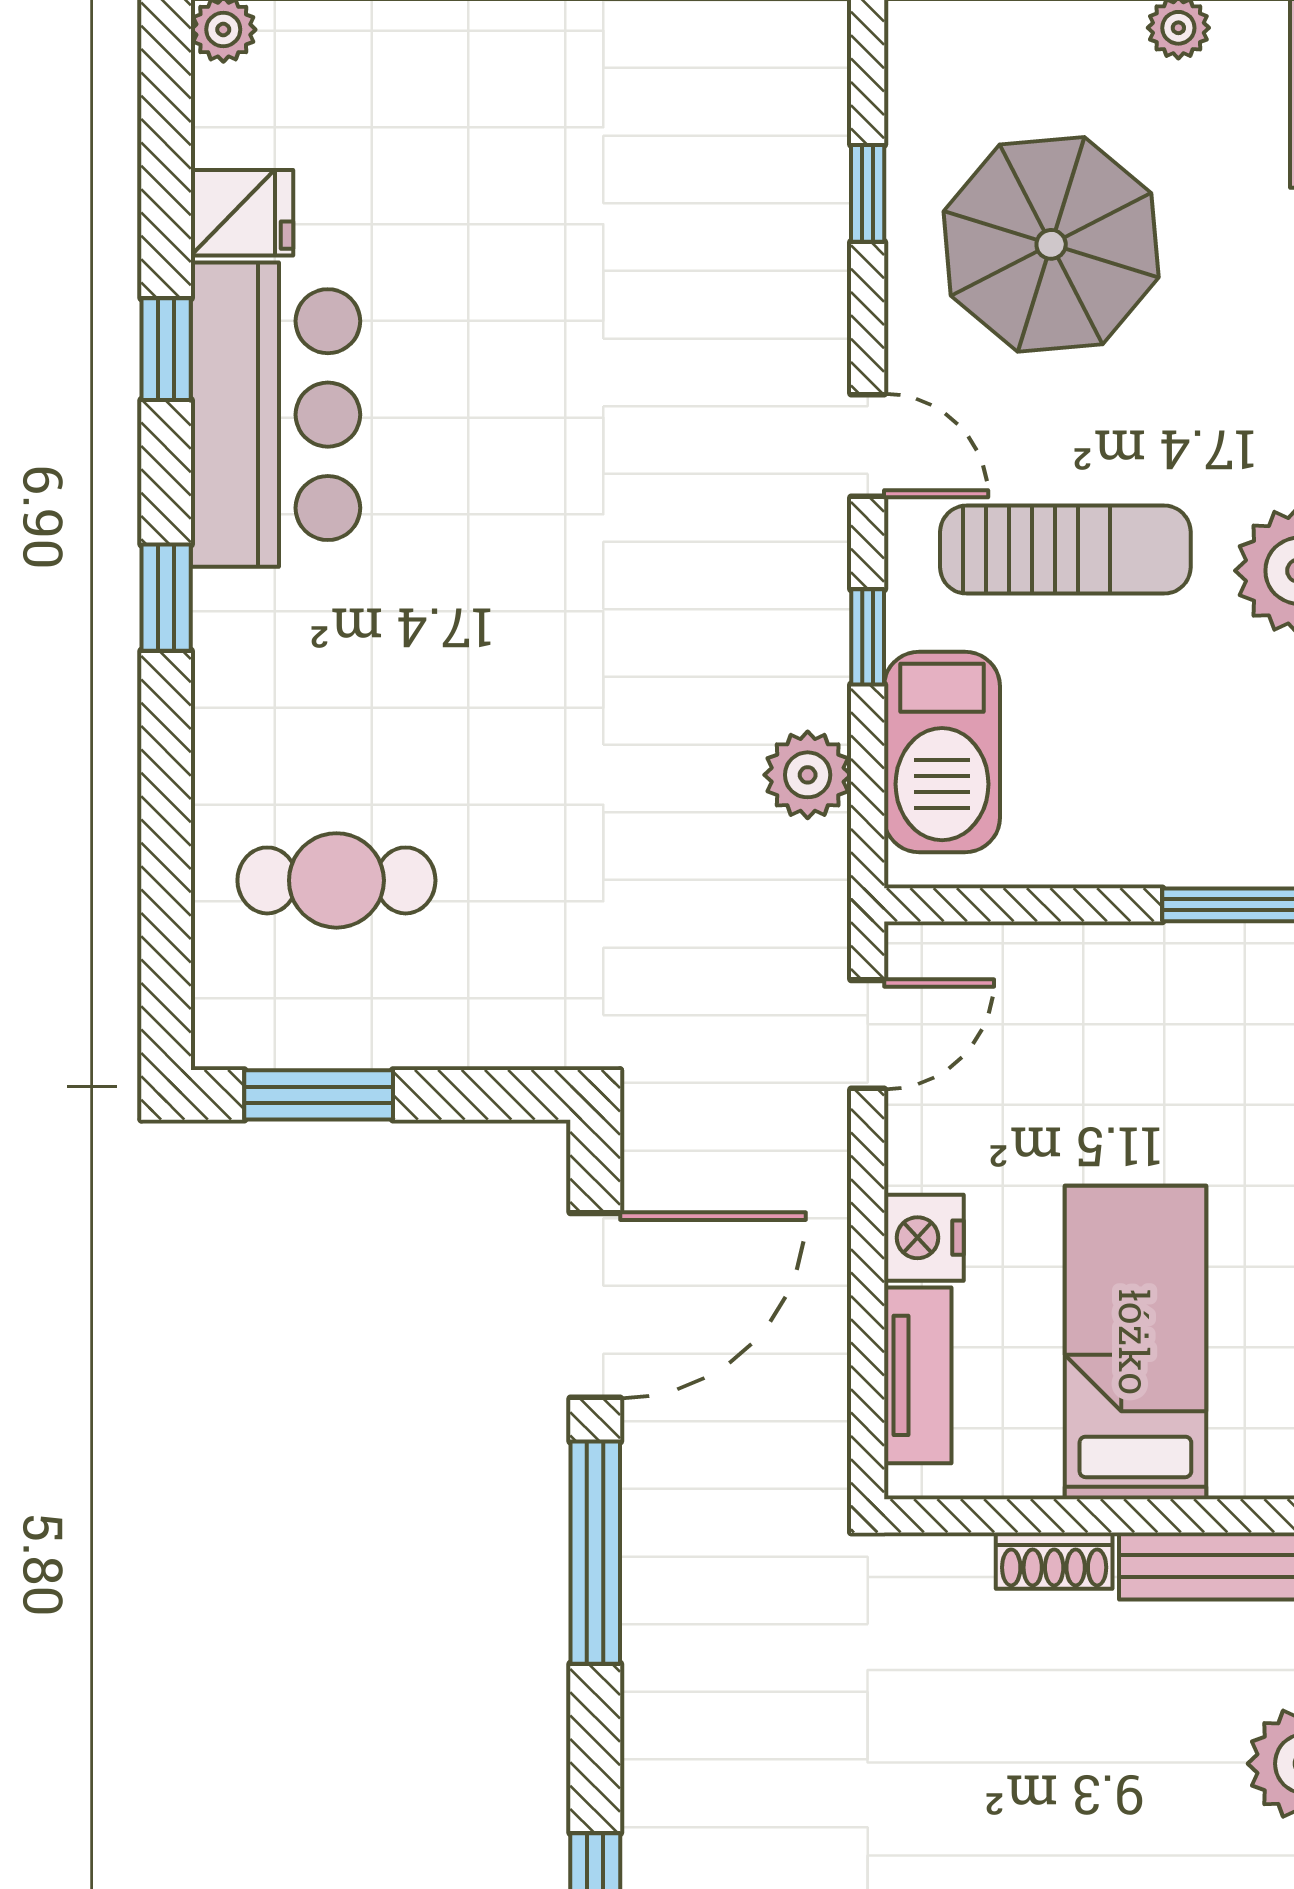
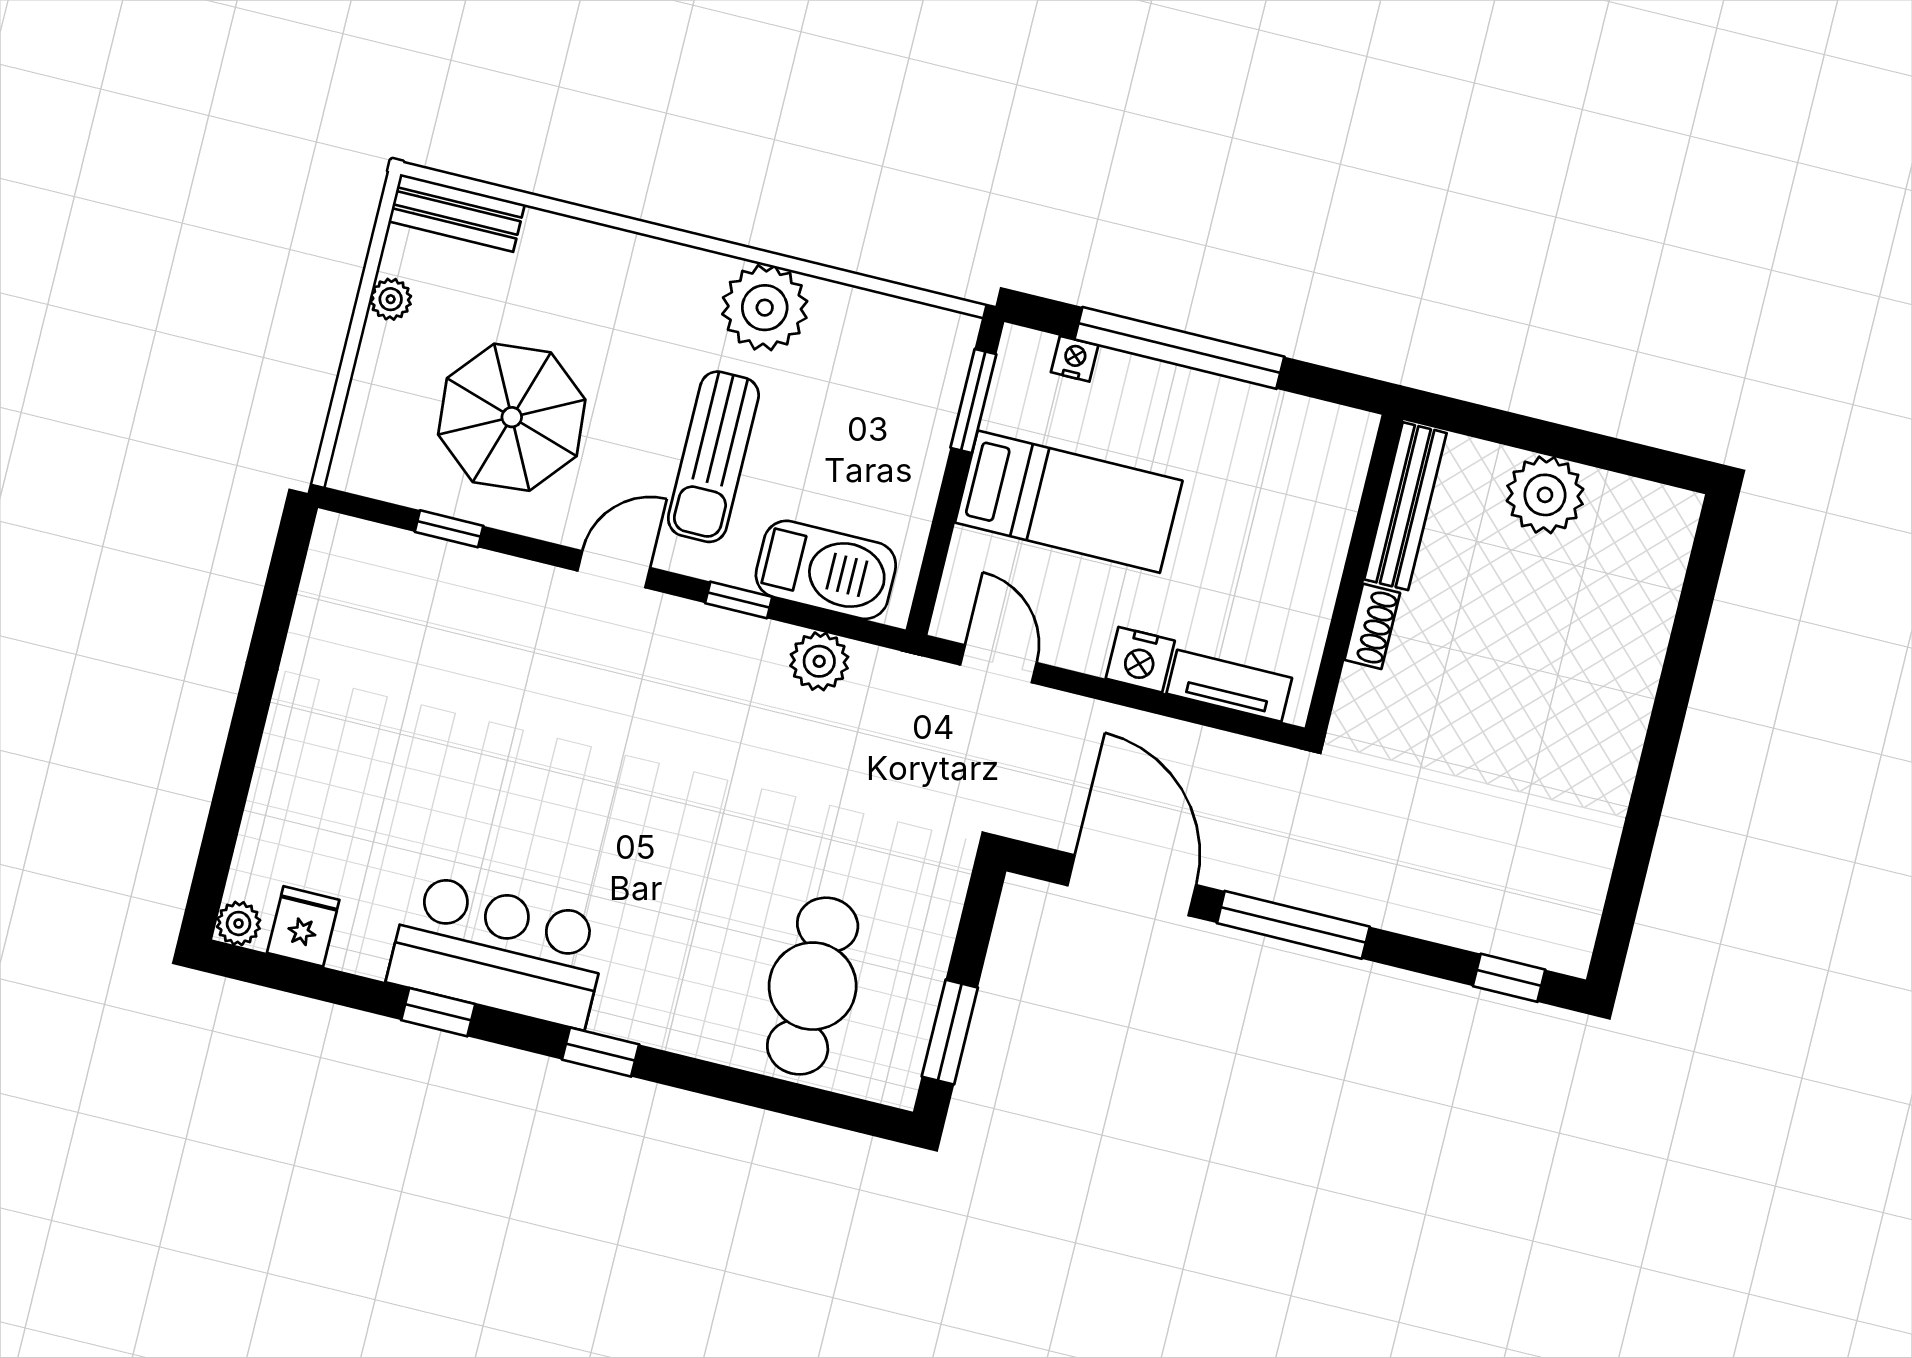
fridge: (242, 213) -> (303, 926), moved
sun lounger: (1065, 550) -> (713, 457), turned 180
cafe table: (336, 880) -> (813, 986), width x1.37, depth x1.35
bed: (1135, 1342) -> (1069, 502), moved, turned 180

